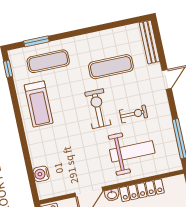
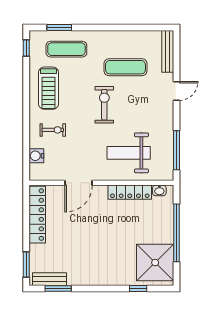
exercise bike: (134, 114) -> (53, 130), moved
weight bench: (132, 151) -> (129, 153), turned 180
washbasin: (112, 195) -> (159, 190), moved

